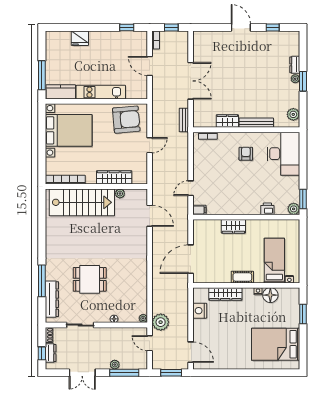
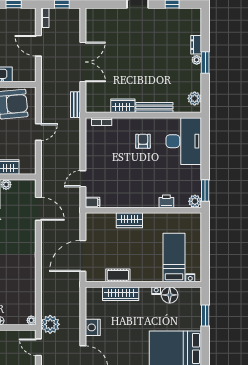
cot: (242, 277) -> (118, 275), moved
nightstand: (200, 311) -> (93, 327), moved

